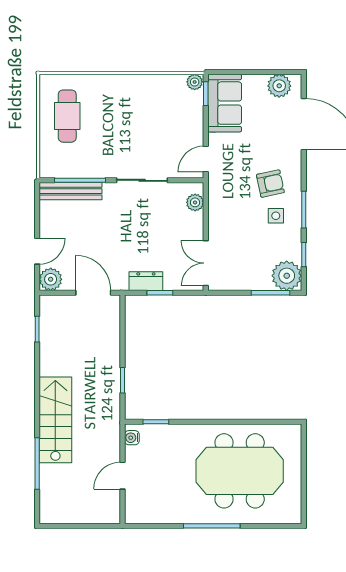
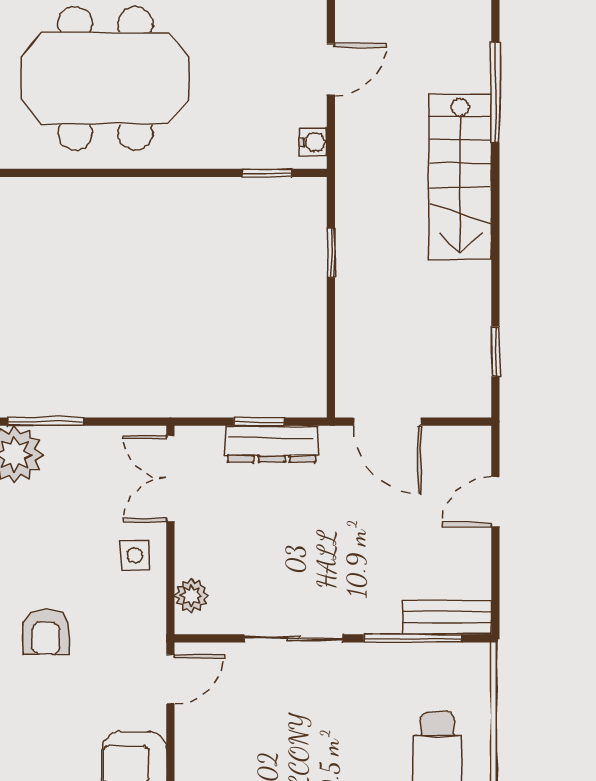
armchair: (270, 184) -> (46, 632), turned -78
bench: (71, 191) -> (447, 617), width x0.73
side table: (276, 216) -> (135, 555), moved
double door: (206, 263) -> (170, 479), swing flipped
plant: (51, 279) -> (470, 448), removed
dresser: (146, 281) -> (272, 444), width x1.44

